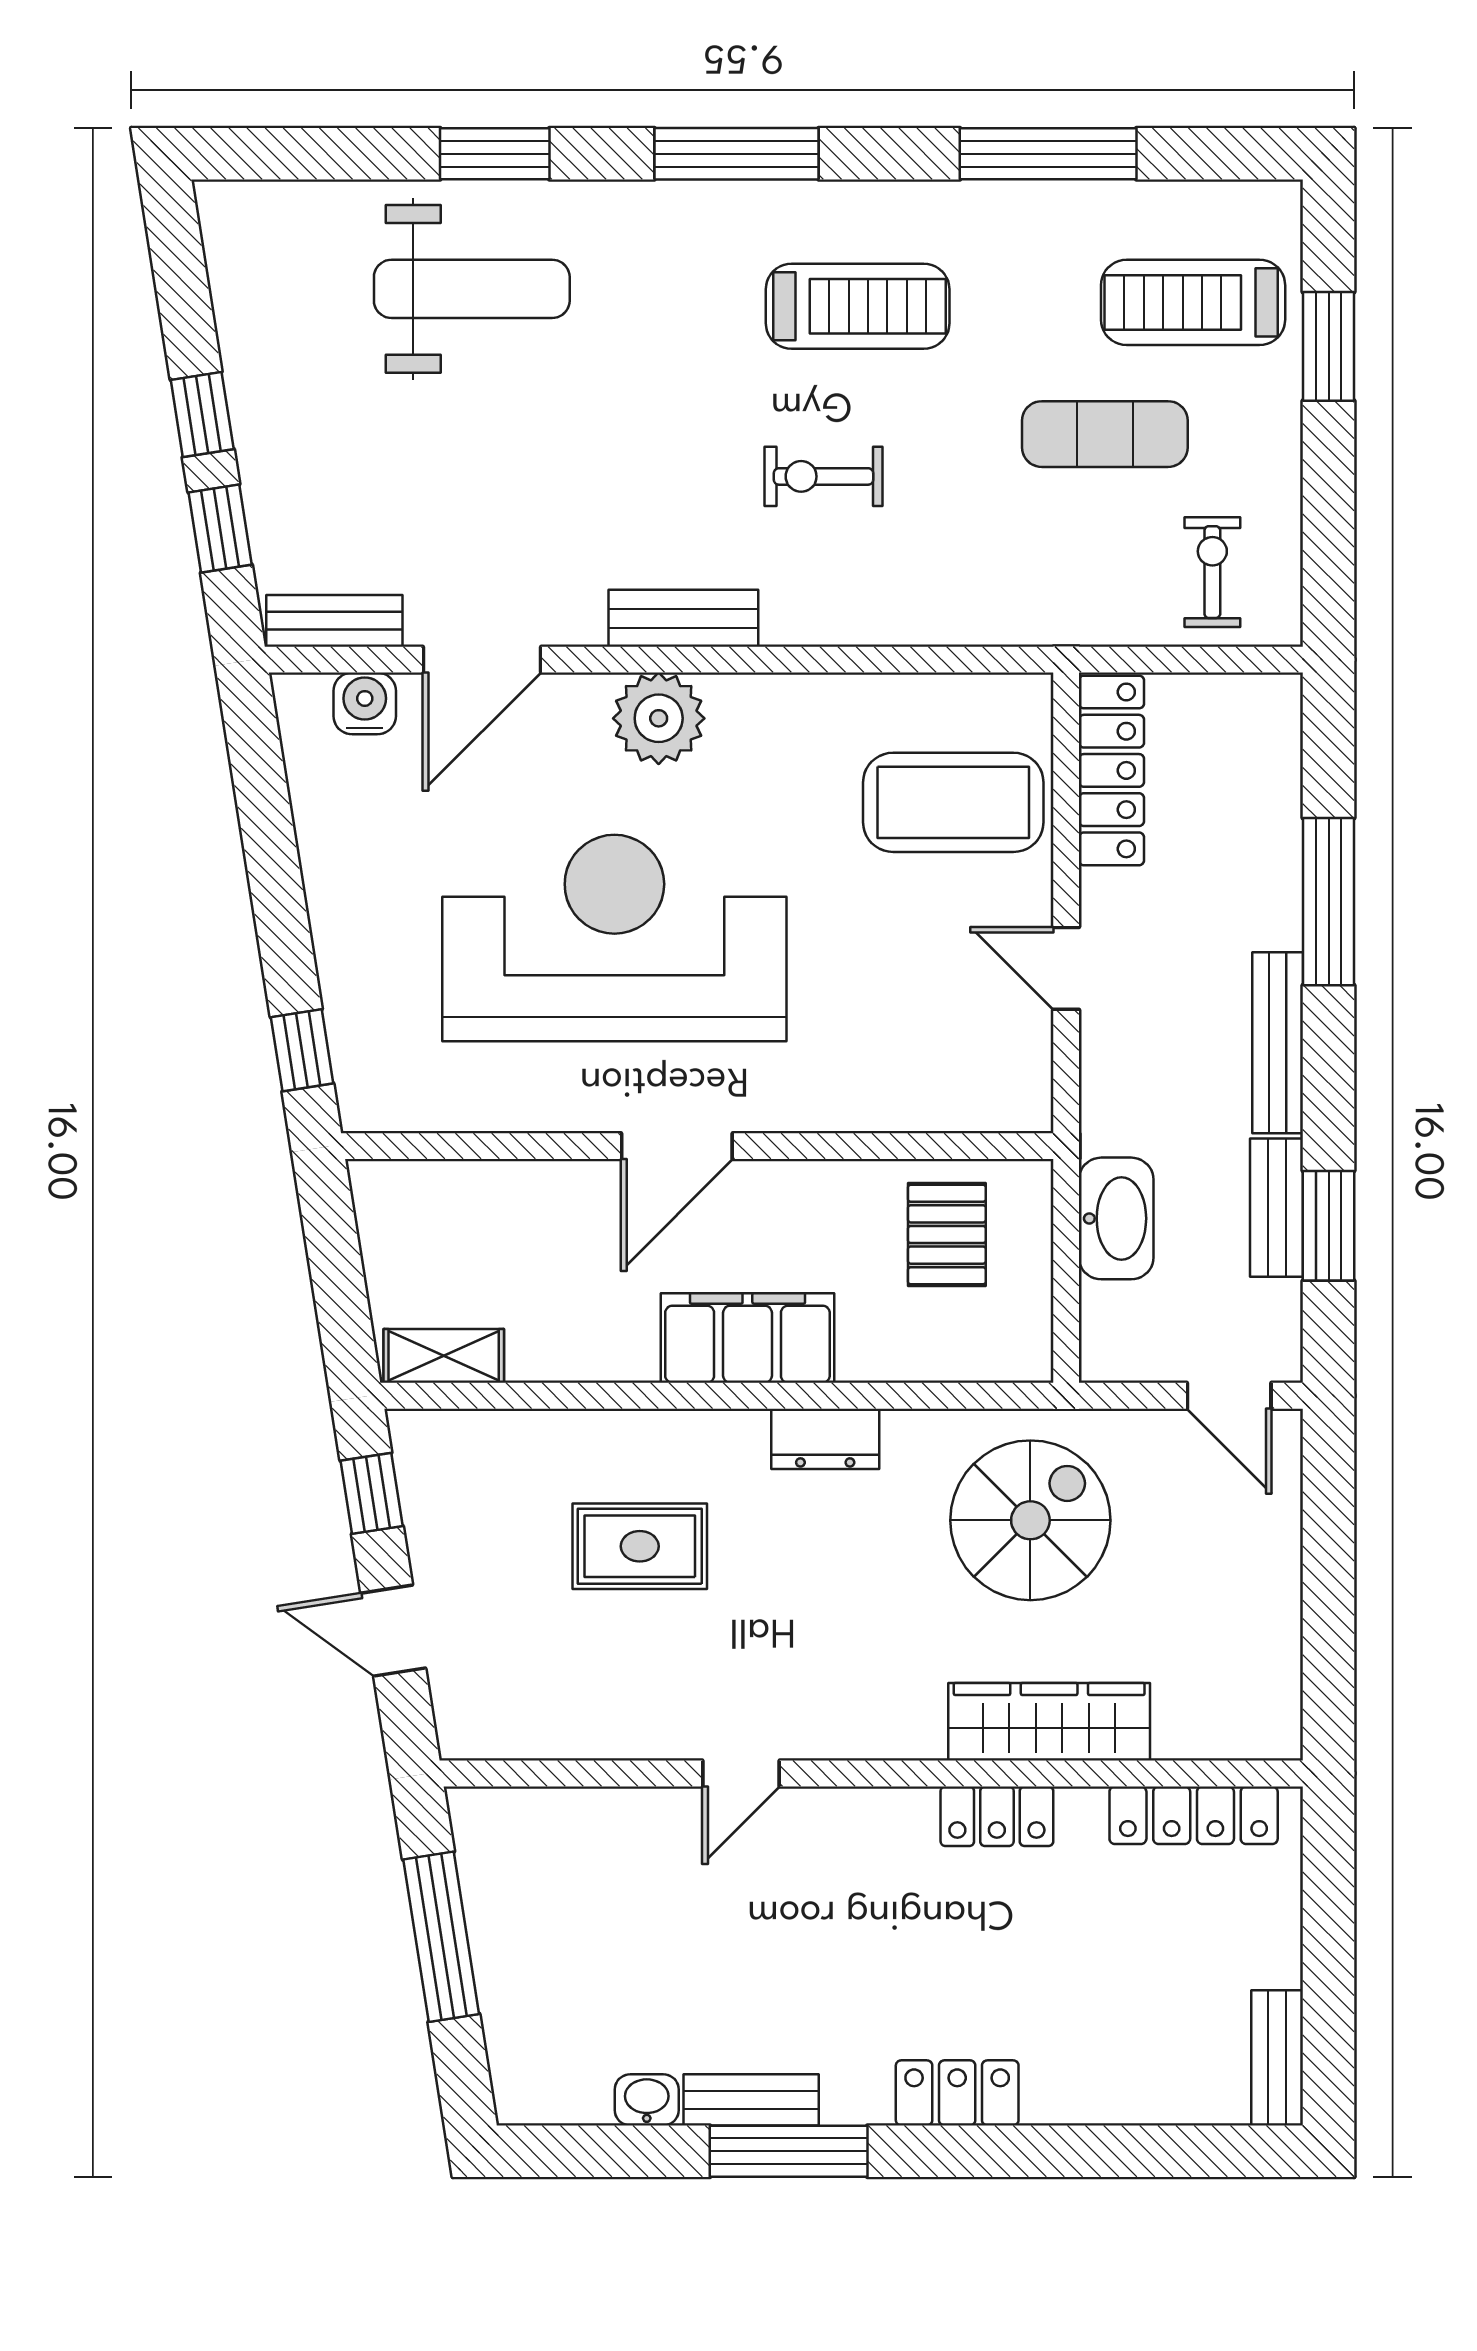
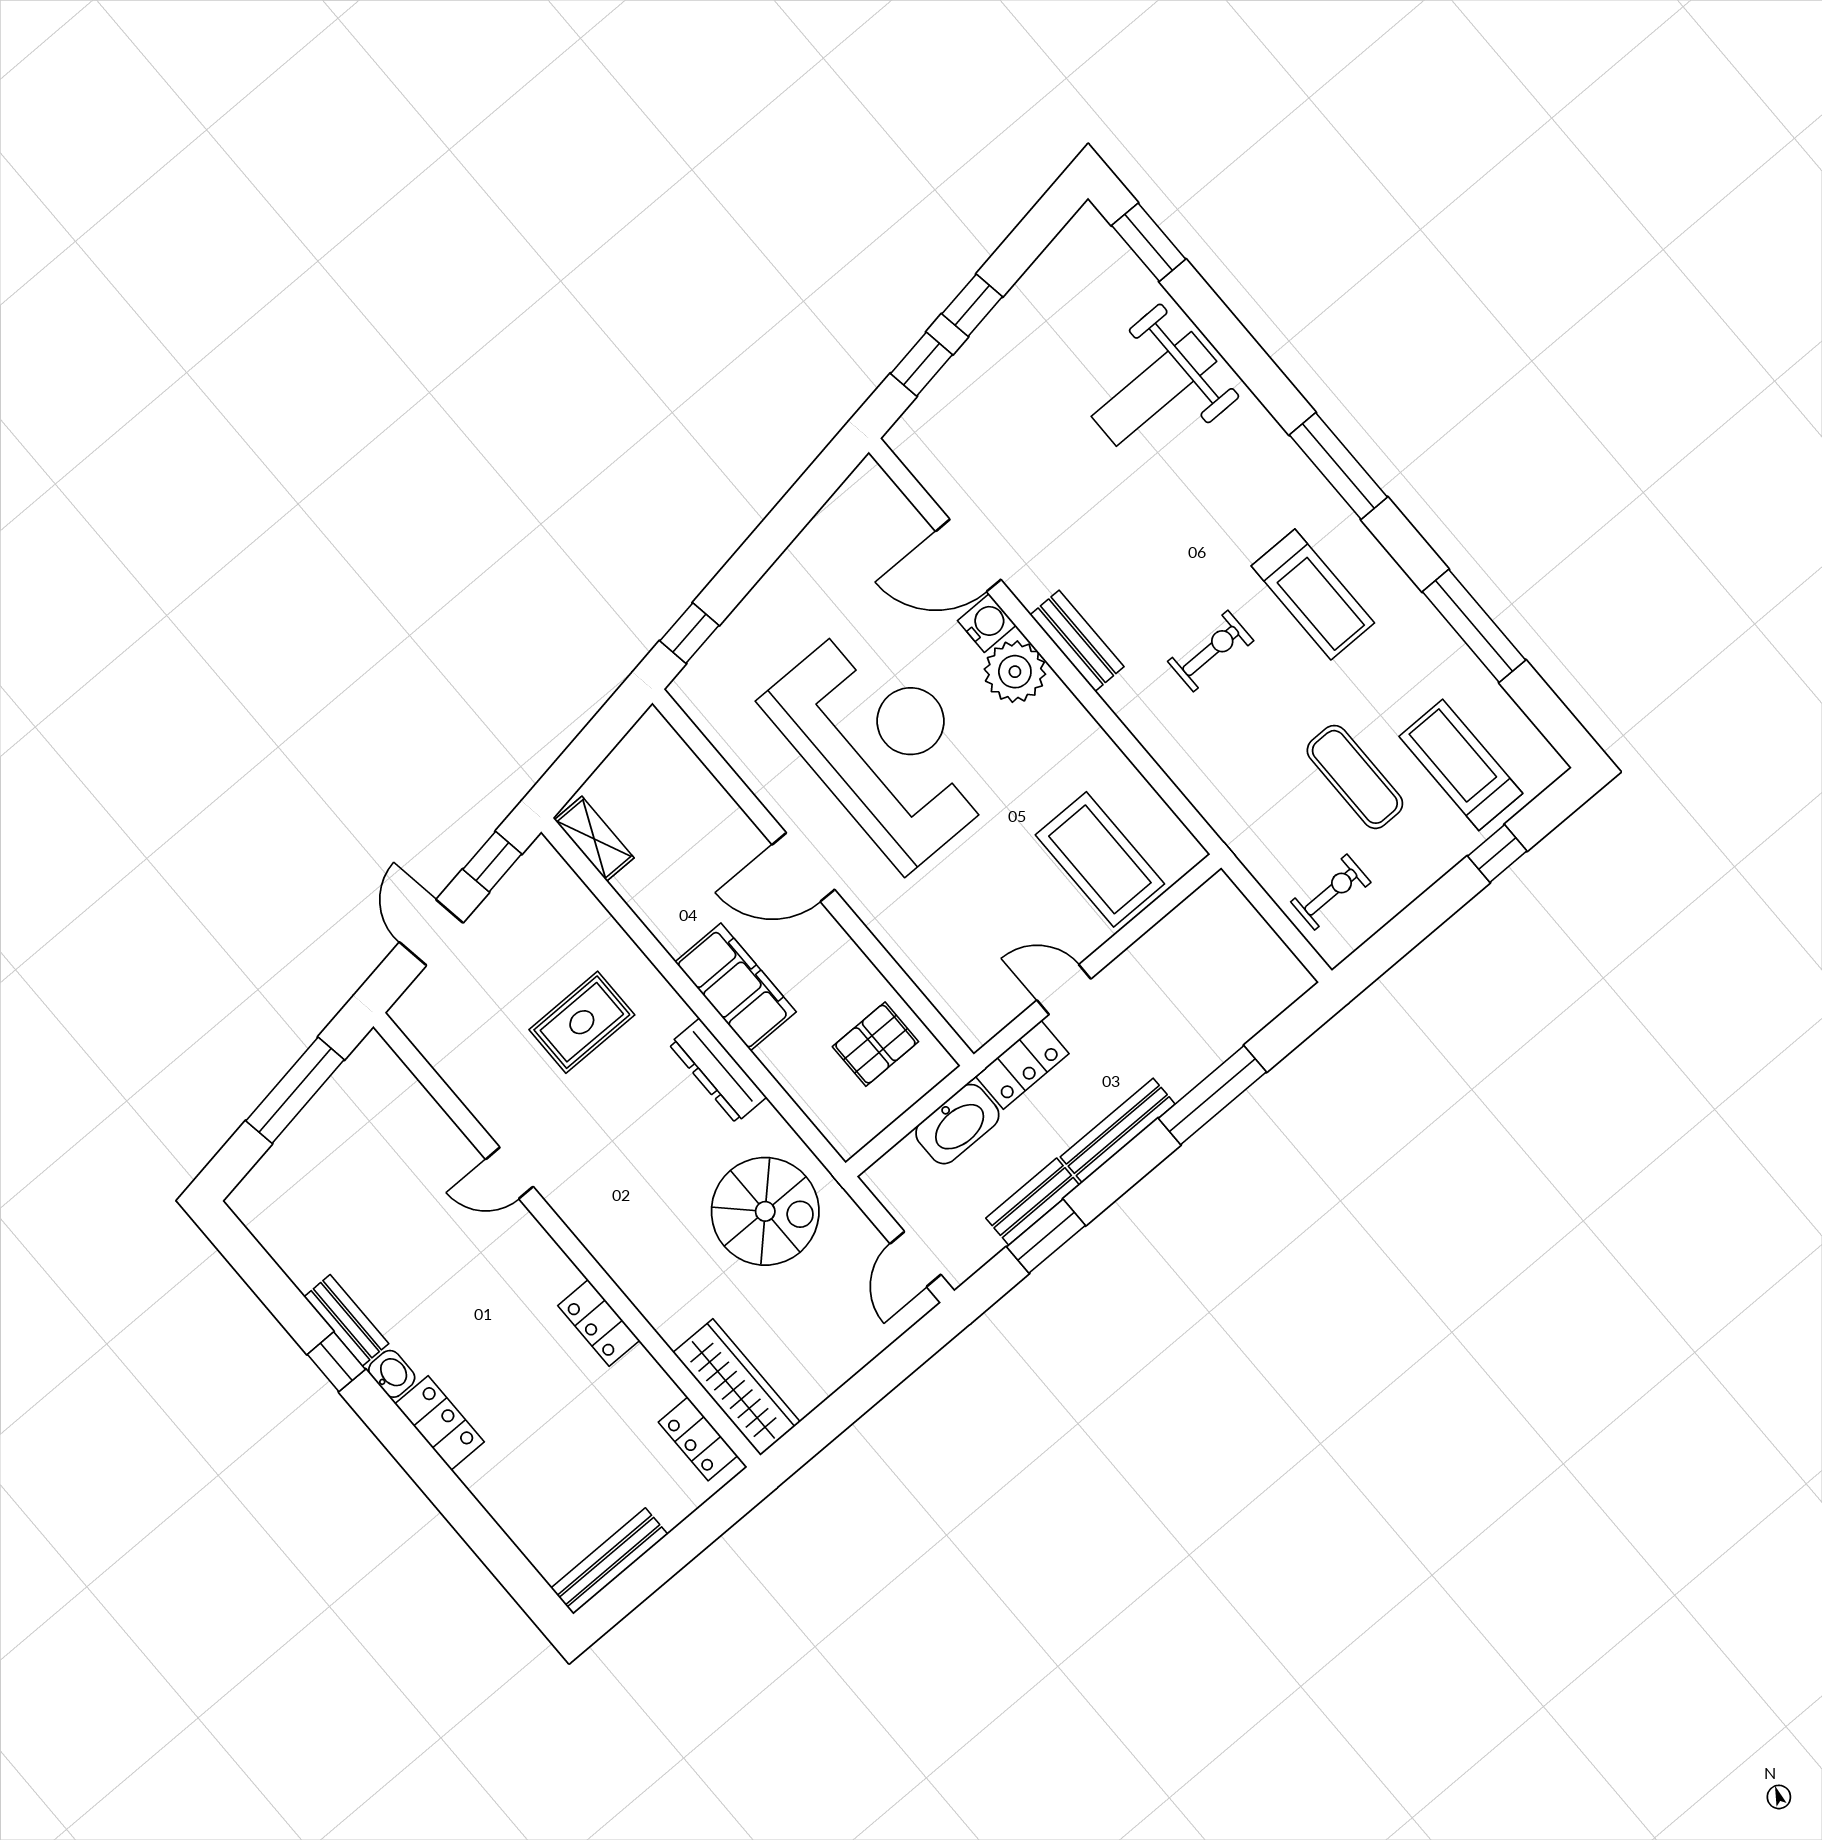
window: (495, 154) -> (1149, 242), moved
weight bench: (472, 289) -> (1154, 389), turned 90
window: (1329, 346) -> (1497, 854), width x0.67
exercise bike: (824, 476) -> (1211, 651), turned 90
bench: (334, 621) -> (924, 463), removed
water cooler: (365, 703) -> (987, 623), moved
locker: (1111, 770) -> (1022, 1065), moved, width x0.66
door: (1066, 968) -> (1064, 990), hinge flipped
dresser: (825, 1439) -> (718, 1071), width x1.44
rug: (640, 1546) -> (582, 1022), turned 90
wardrobe: (1049, 1722) -> (737, 1387), moved
locker: (1194, 1815) -> (698, 1439), width x0.66
bench: (1277, 2058) -> (609, 1561), width x1.36
washbasin: (647, 2100) -> (392, 1374), moved
window: (789, 2151) -> (336, 1362), width x0.46

